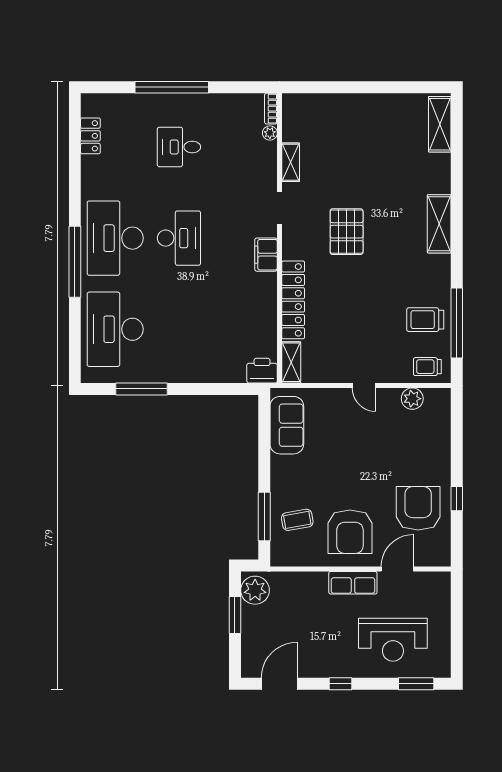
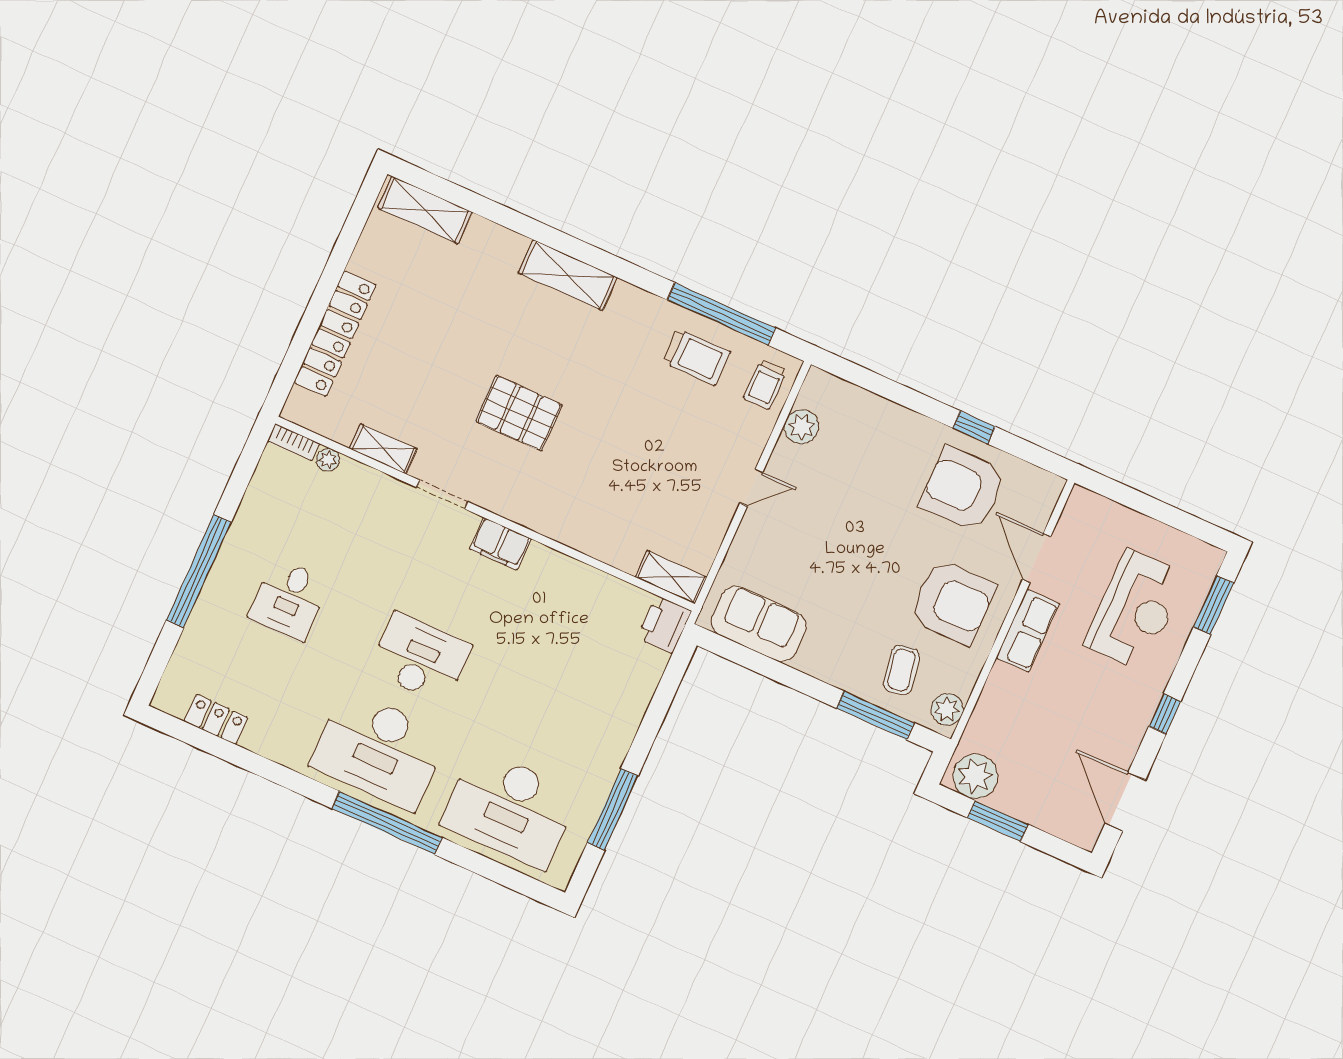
locker: (293, 300) -> (335, 334), moved, turned 90
trolley: (425, 320) -> (696, 357), turned -90
plant: (286, 557) -> (947, 709), added

